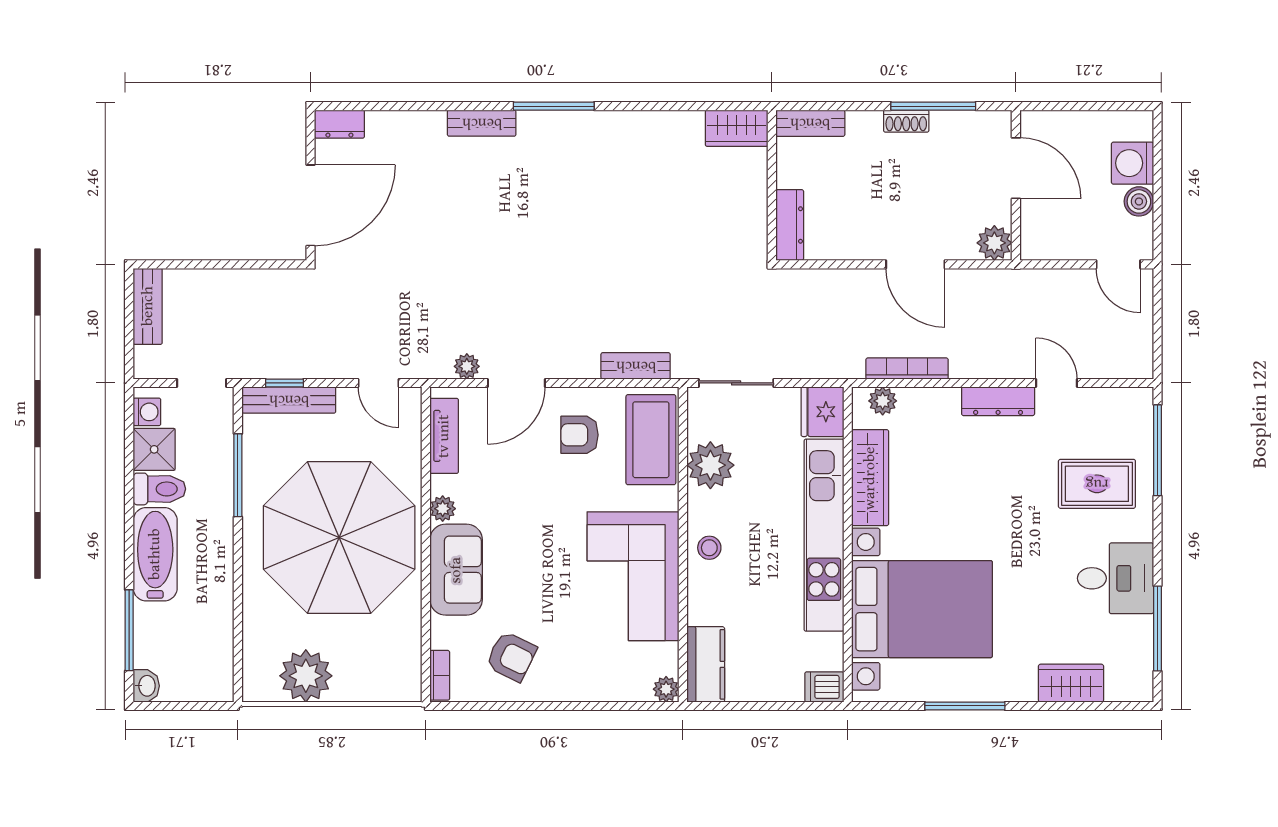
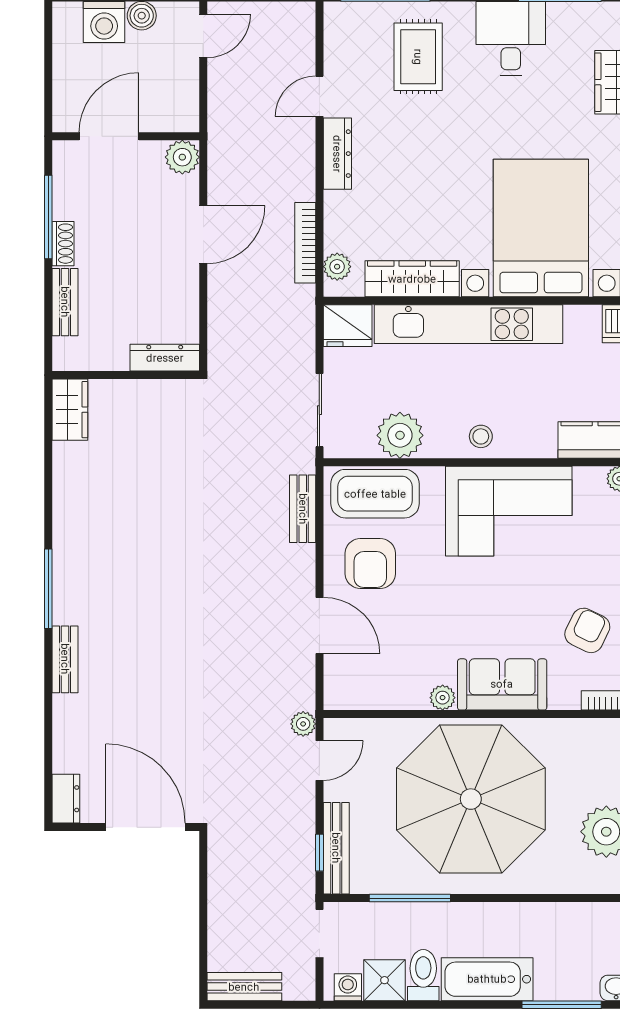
bench: (810, 123) -> (65, 302), moved
plant: (467, 366) -> (303, 724), moved
armchair: (580, 435) -> (370, 564), width x1.38, depth x1.38
tv unit: (444, 436) -> (371, 696), removed

